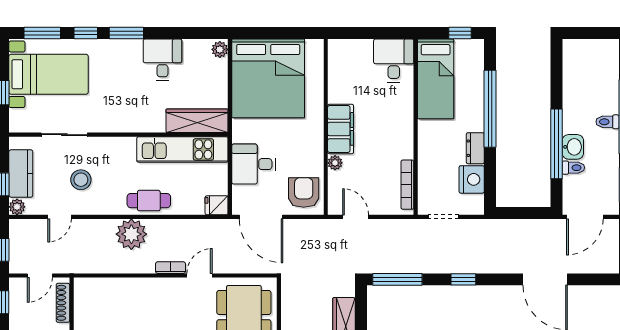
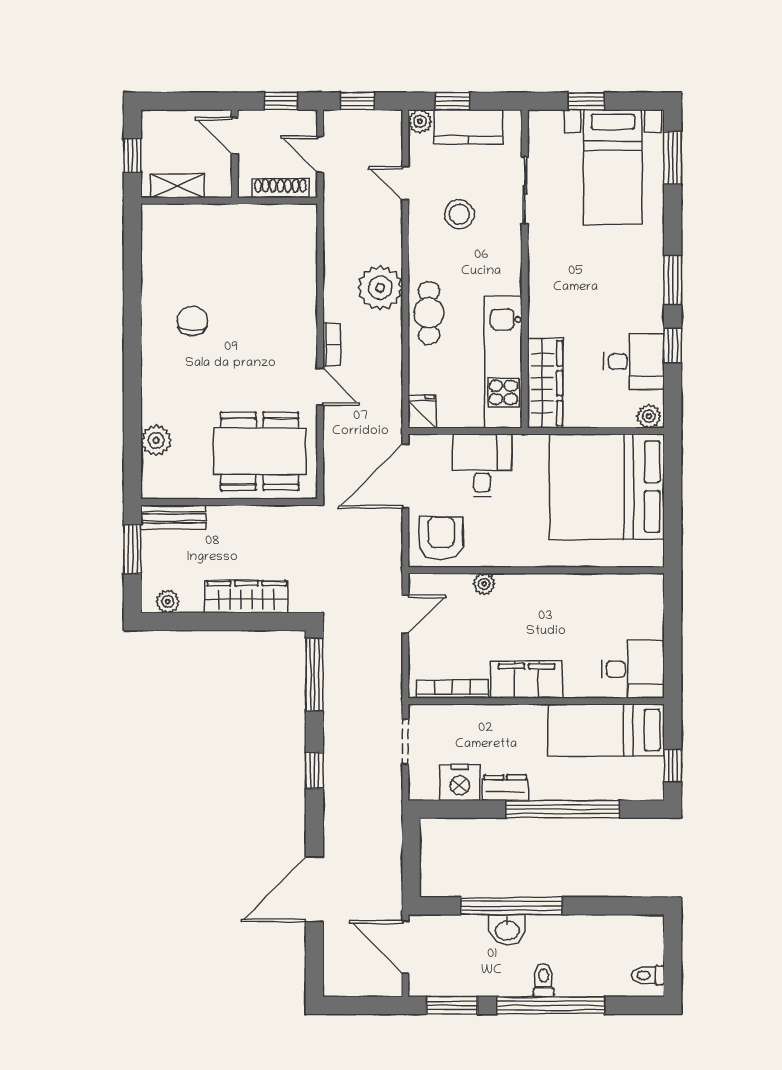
window: (86, 33) -> (673, 345), moved
desk: (162, 60) -> (634, 361), moved
filing cabinet: (341, 129) -> (527, 680), moved, turned 180
toilet: (573, 168) -> (648, 975), moved, turned 90
armchair: (304, 192) -> (441, 538), turned -90

